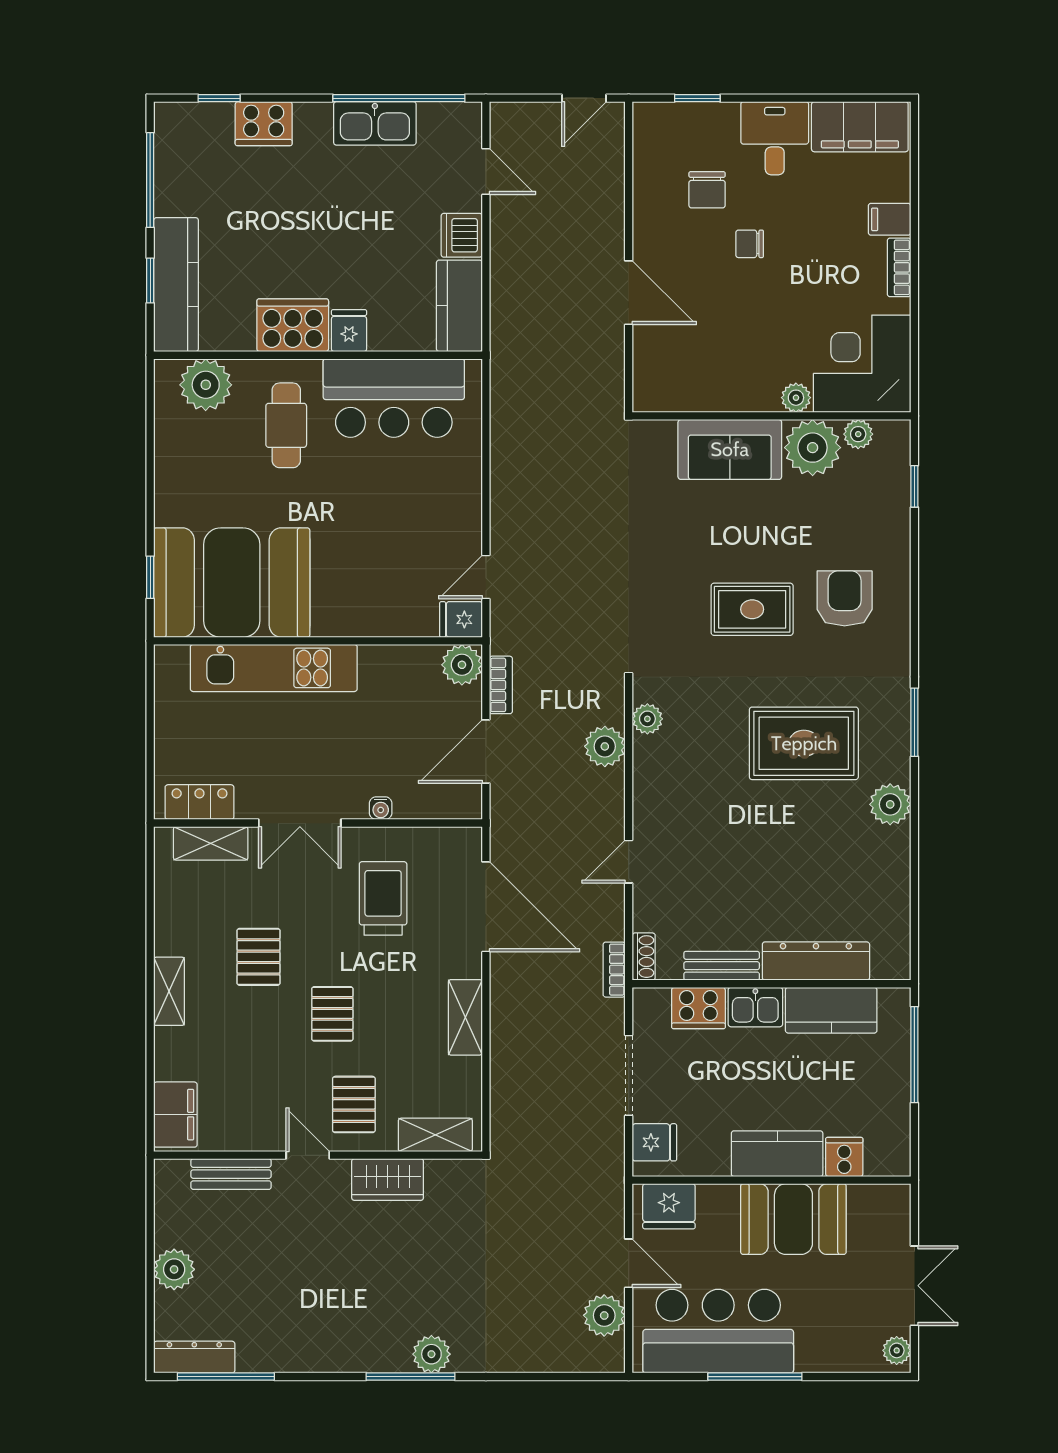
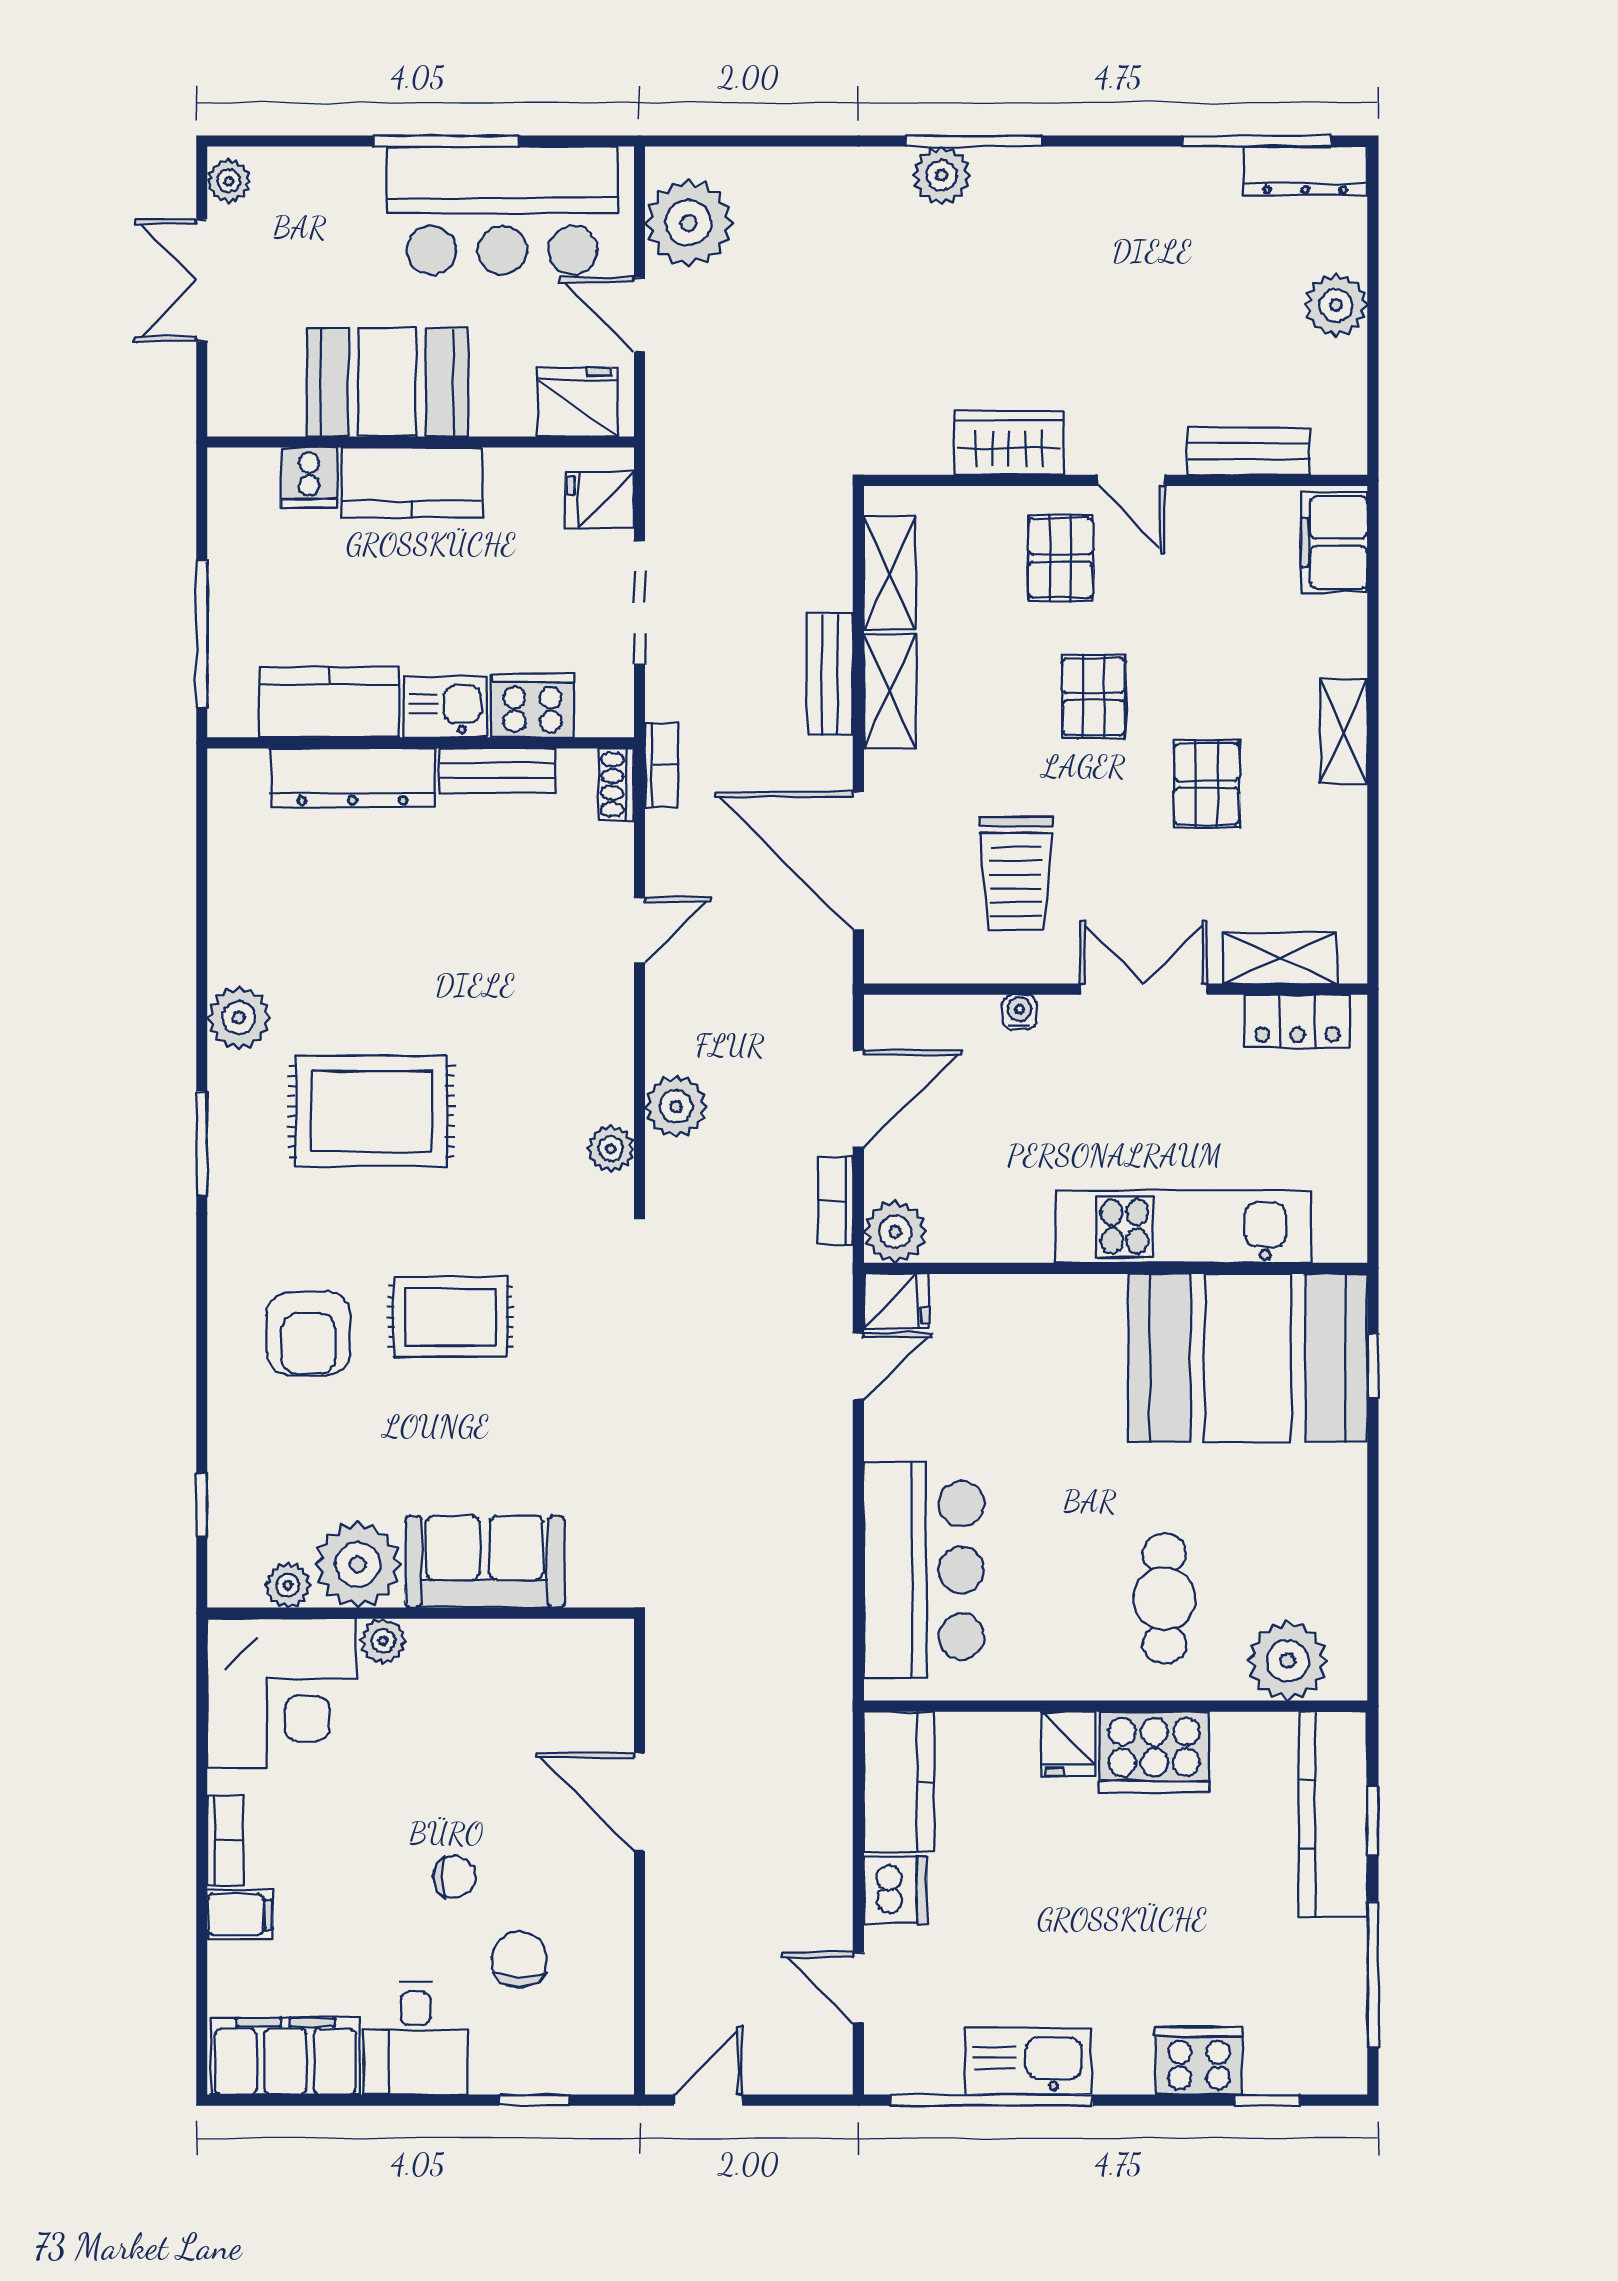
bar counter: (394, 398) -> (924, 1570), moved, turned 90
bench: (504, 1029) -> (830, 674), added
shelving: (435, 1135) -> (889, 573), moved, turned 90
plant: (604, 1315) -> (689, 223), width x1.36, depth x1.36

